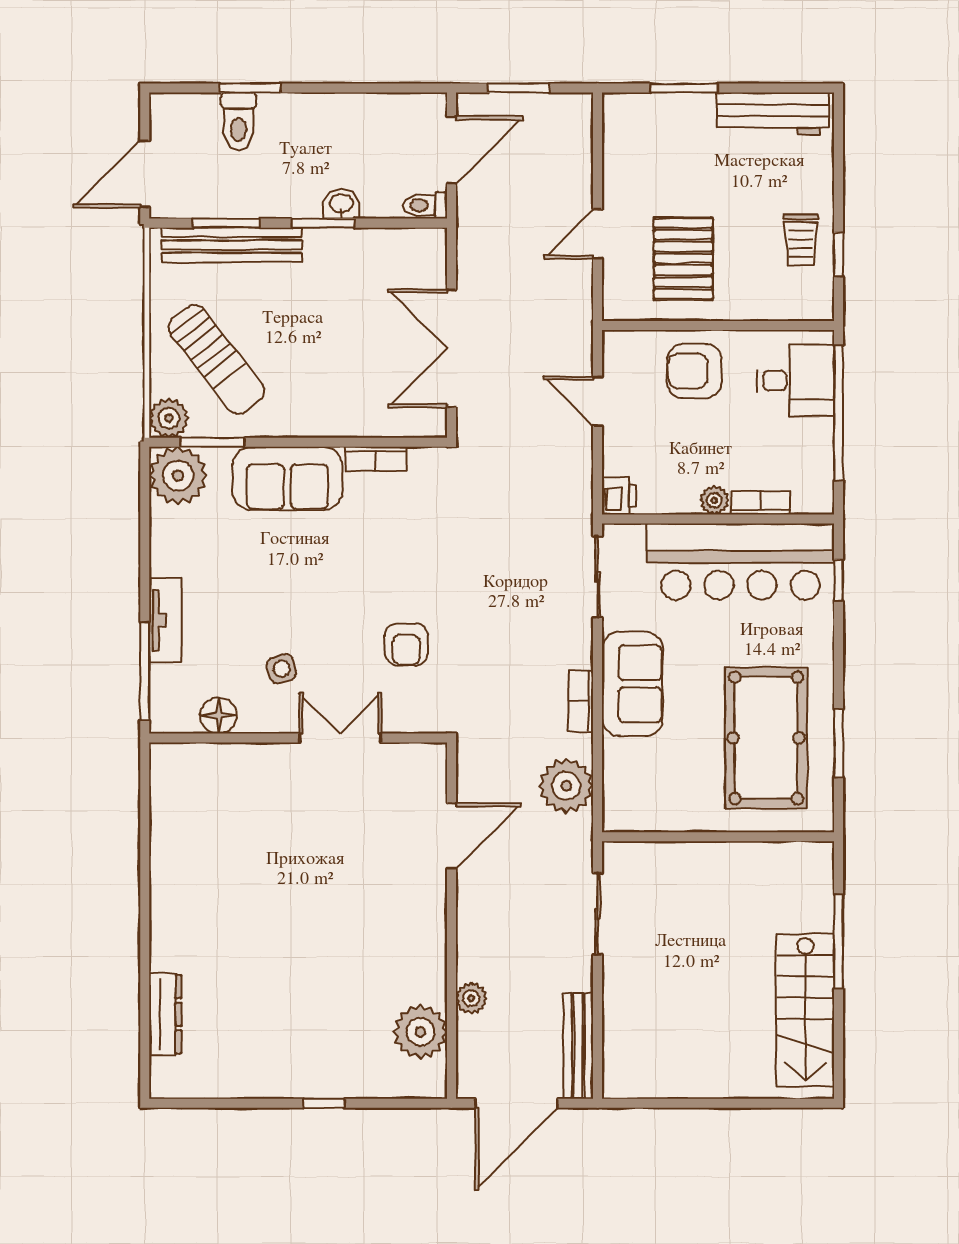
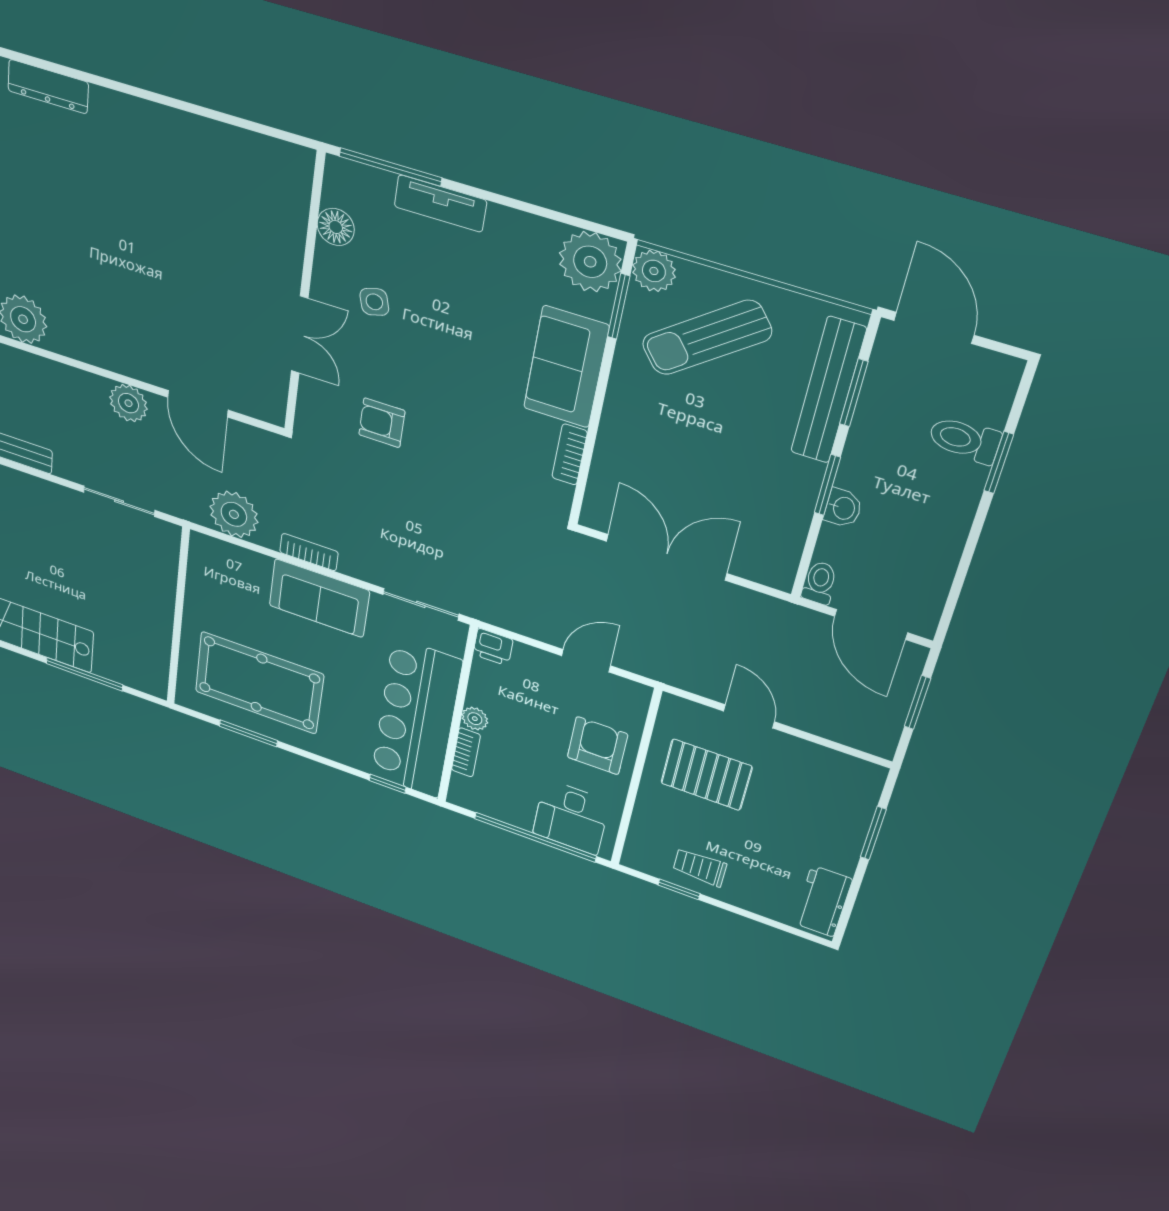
workbench: (773, 113) -> (823, 901), width x0.73
plant: (471, 998) -> (128, 403), moved, width x1.38, depth x1.38

